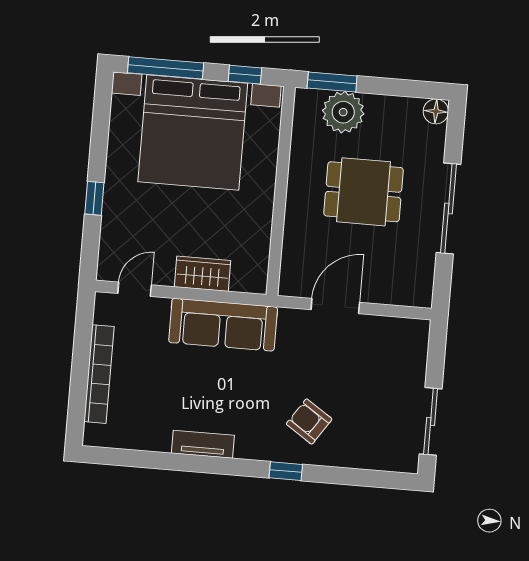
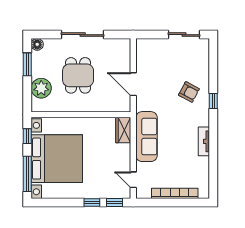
window: (332, 82) -> (27, 64), moved
window: (90, 246) -> (115, 202), added
wardrobe: (203, 274) -> (123, 130), moved
armchair: (309, 421) -> (189, 92), turned -96

